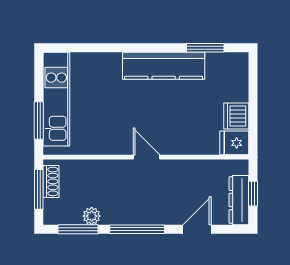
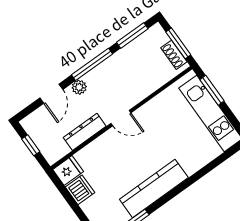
dresser: (239, 200) -> (85, 132), moved, turned -90
plant: (92, 216) -> (79, 87), moved

